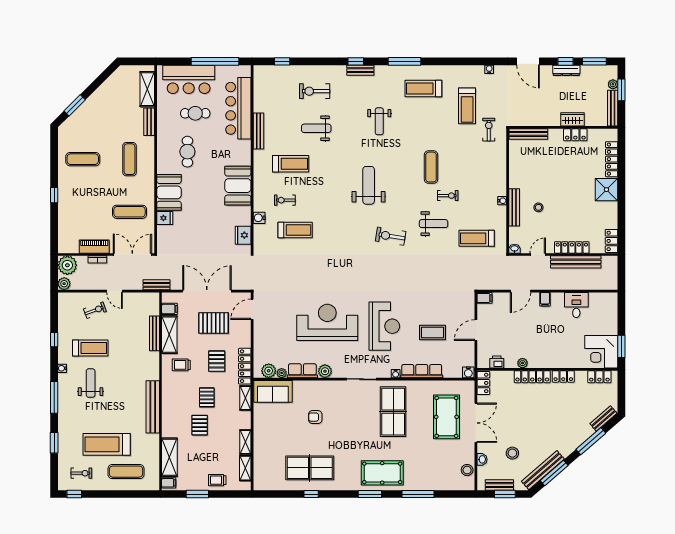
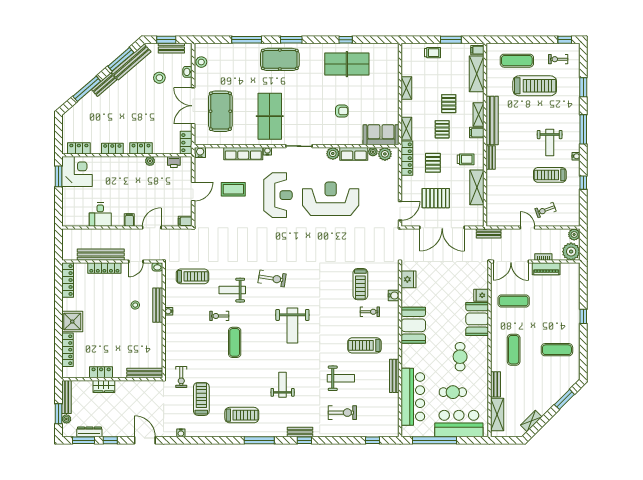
dresser: (566, 70) -> (89, 432), moved
shelving: (110, 82) -> (531, 421), added
treadmill: (295, 230) -> (360, 284), turned -90
locker: (611, 241) -> (68, 280), width x1.53
filing cabinet: (169, 309) -> (477, 133), moved
reception desk: (327, 322) -> (331, 199), turned 180
reception desk: (384, 326) -> (278, 195), turned 180
bench: (154, 333) -> (491, 158), moved, width x0.73
locker: (532, 377) -> (141, 148), width x0.66
bench: (603, 418) -> (104, 85), moved
shelving: (245, 468) -> (478, 115), moved

